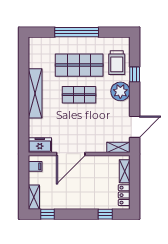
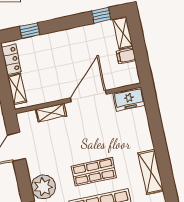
shelving: (35, 93) -> (151, 172), width x0.68
shelving: (118, 147) -> (51, 113), moved
filing cabinet: (35, 166) -> (126, 56), moved

